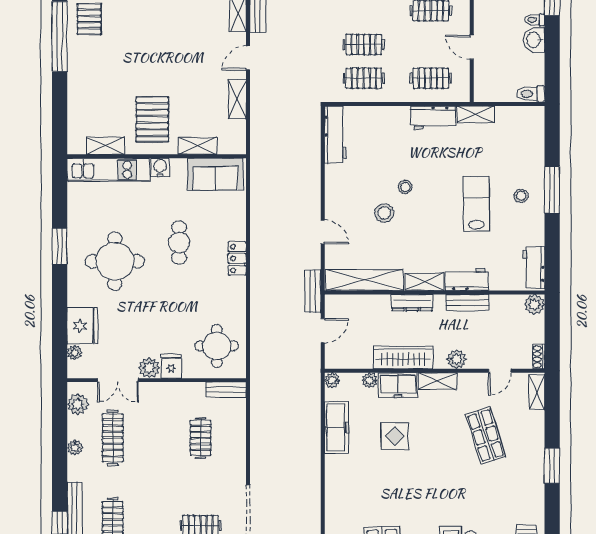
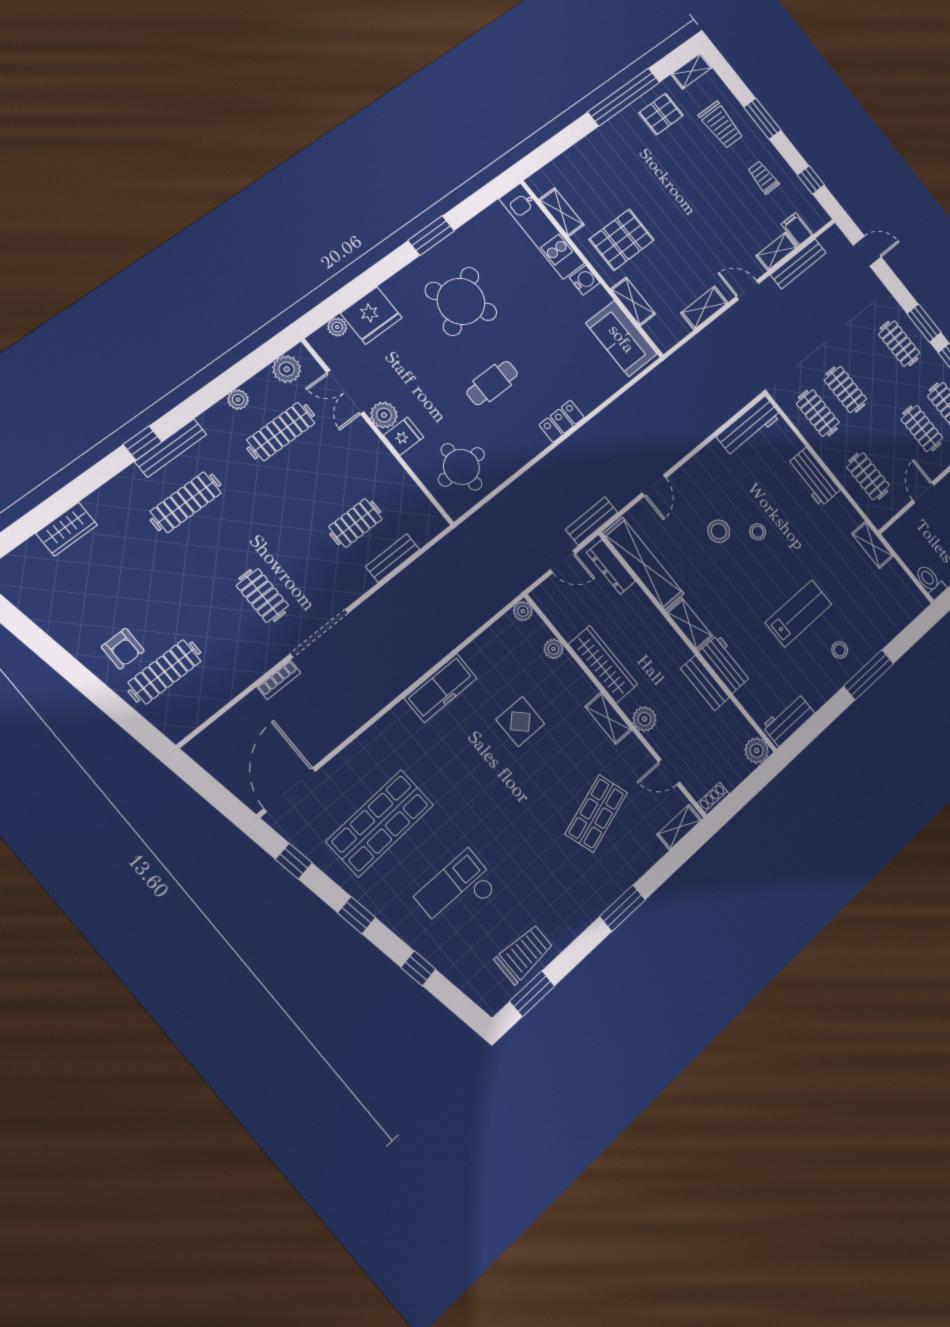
workbench: (433, 118) -> (814, 477), moved
cafe table: (179, 243) -> (492, 383), moved
round table: (115, 261) -> (461, 301), turned -32
dresser: (412, 303) -> (611, 567), moved
freezer: (398, 385) -> (572, 682), removed
bench: (226, 390) -> (393, 558), moved, turned 90
freezer: (337, 427) -> (441, 688), moved

